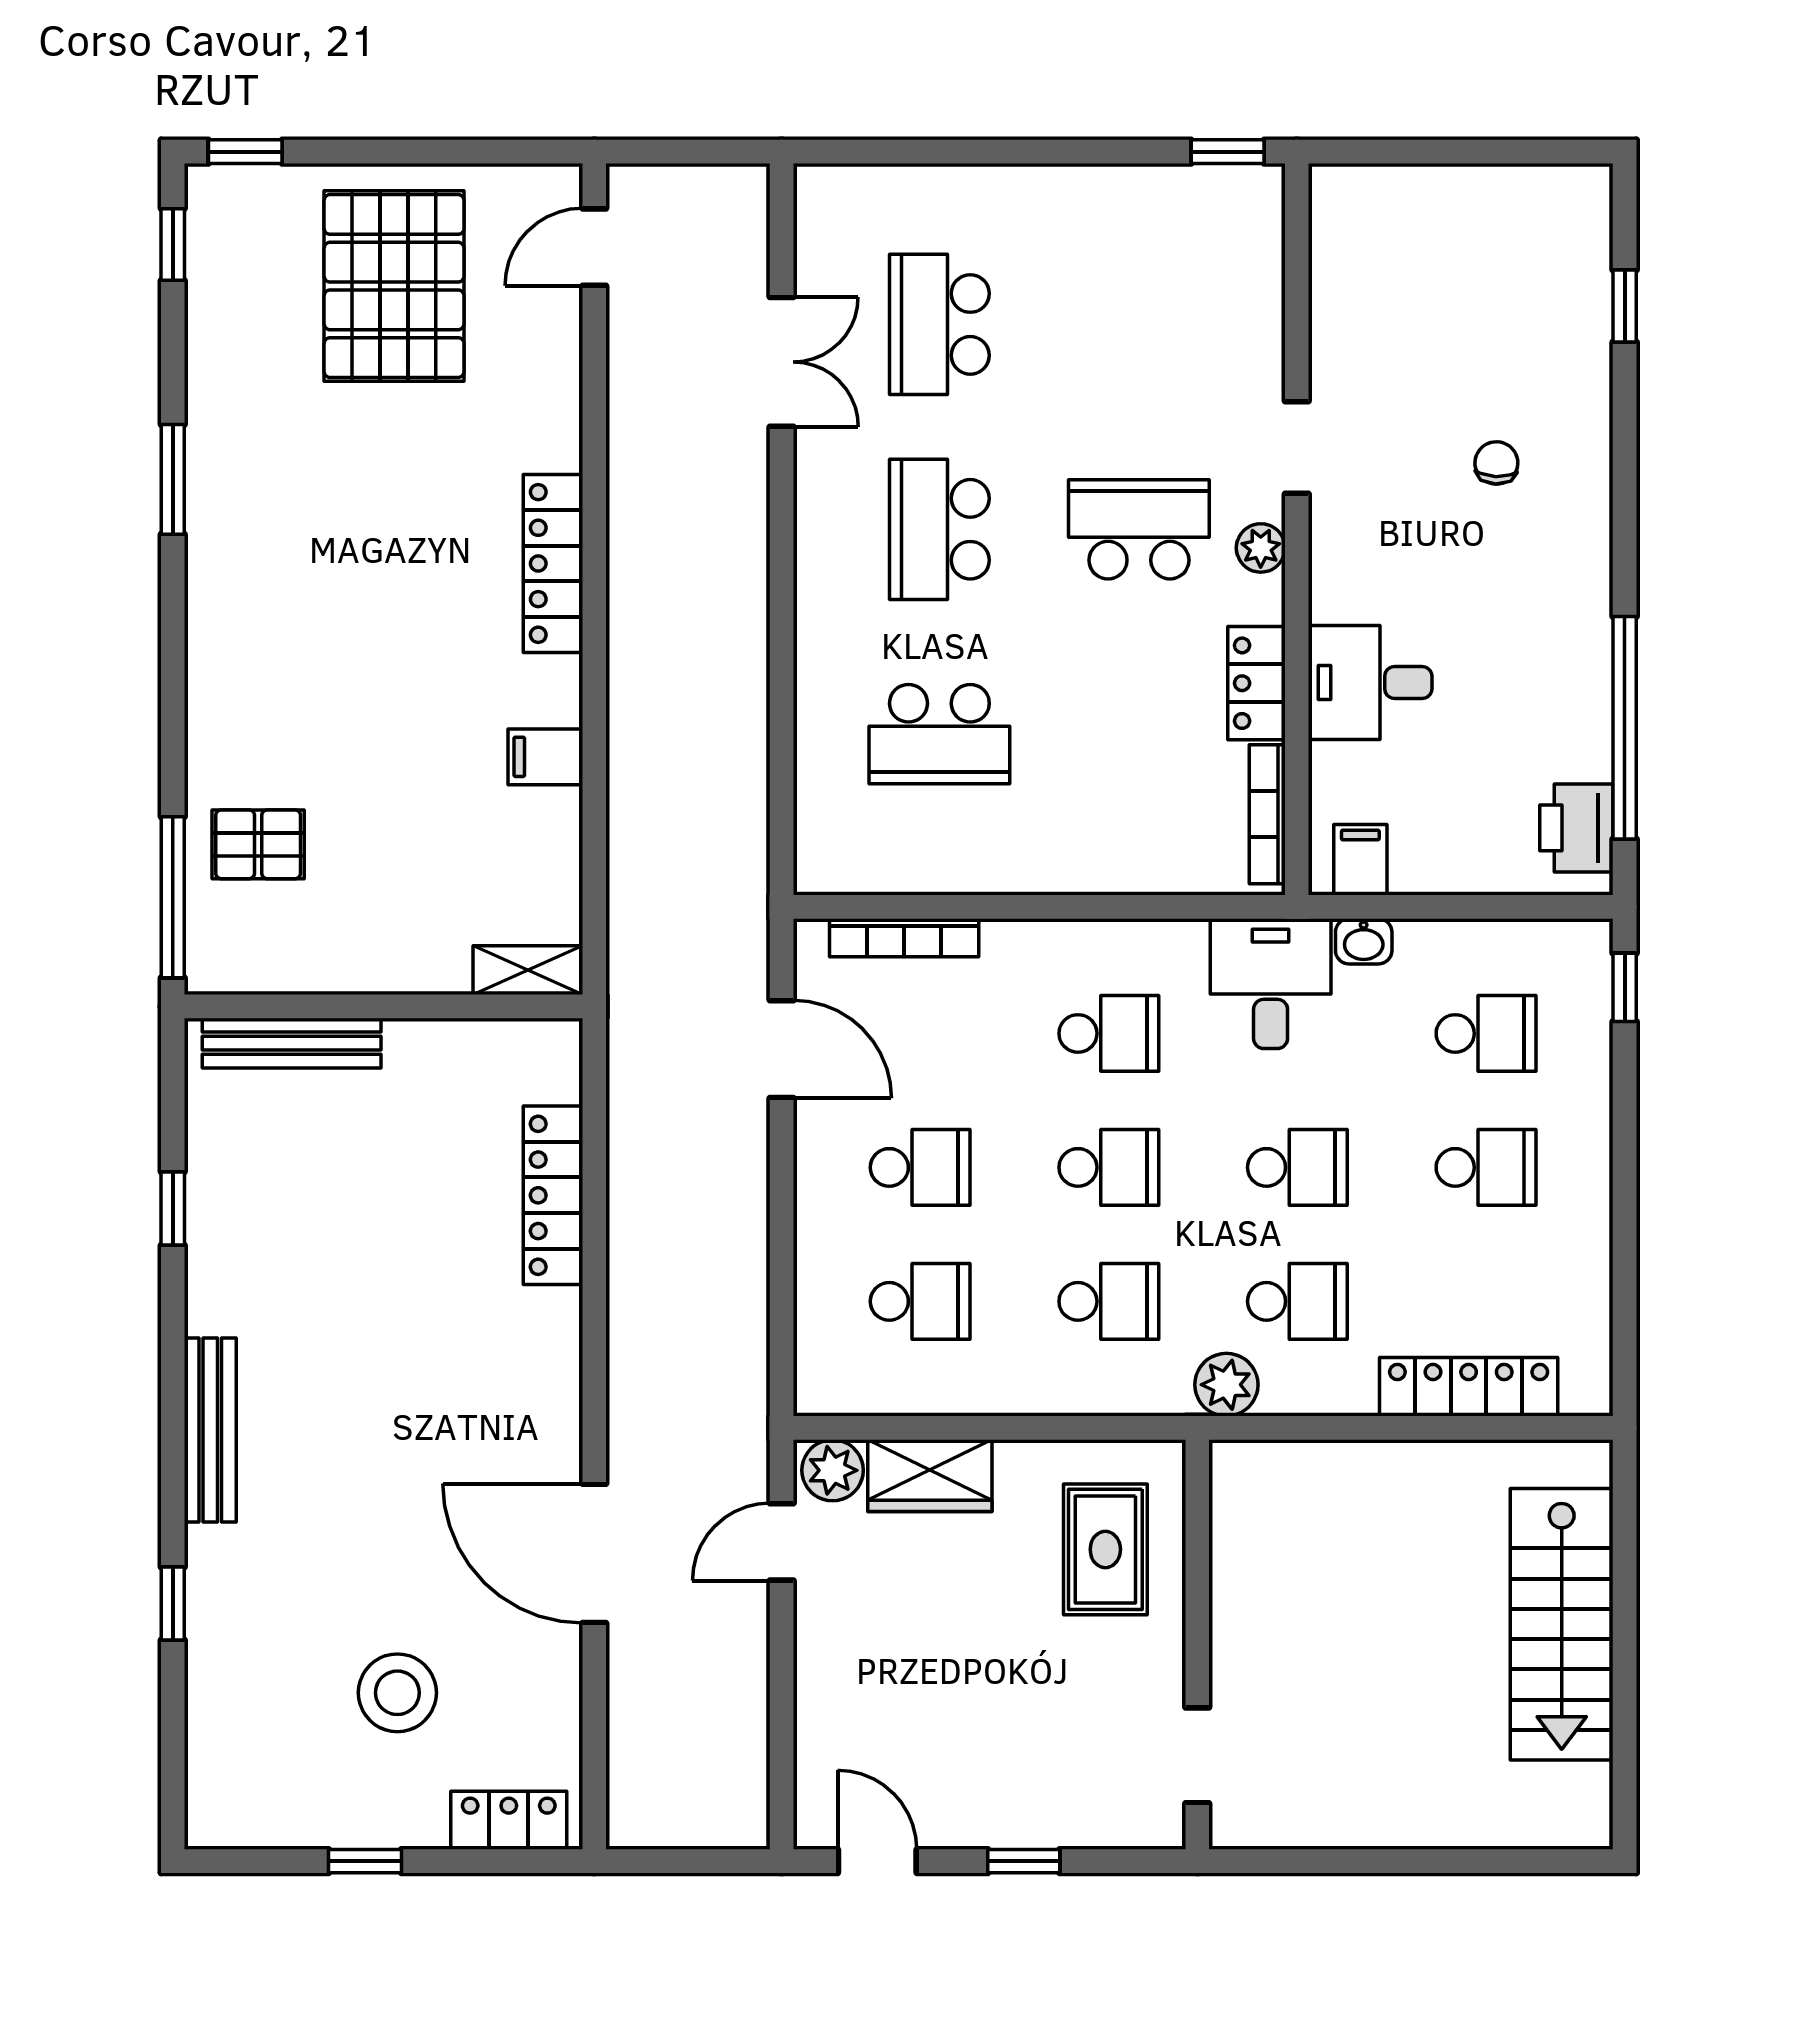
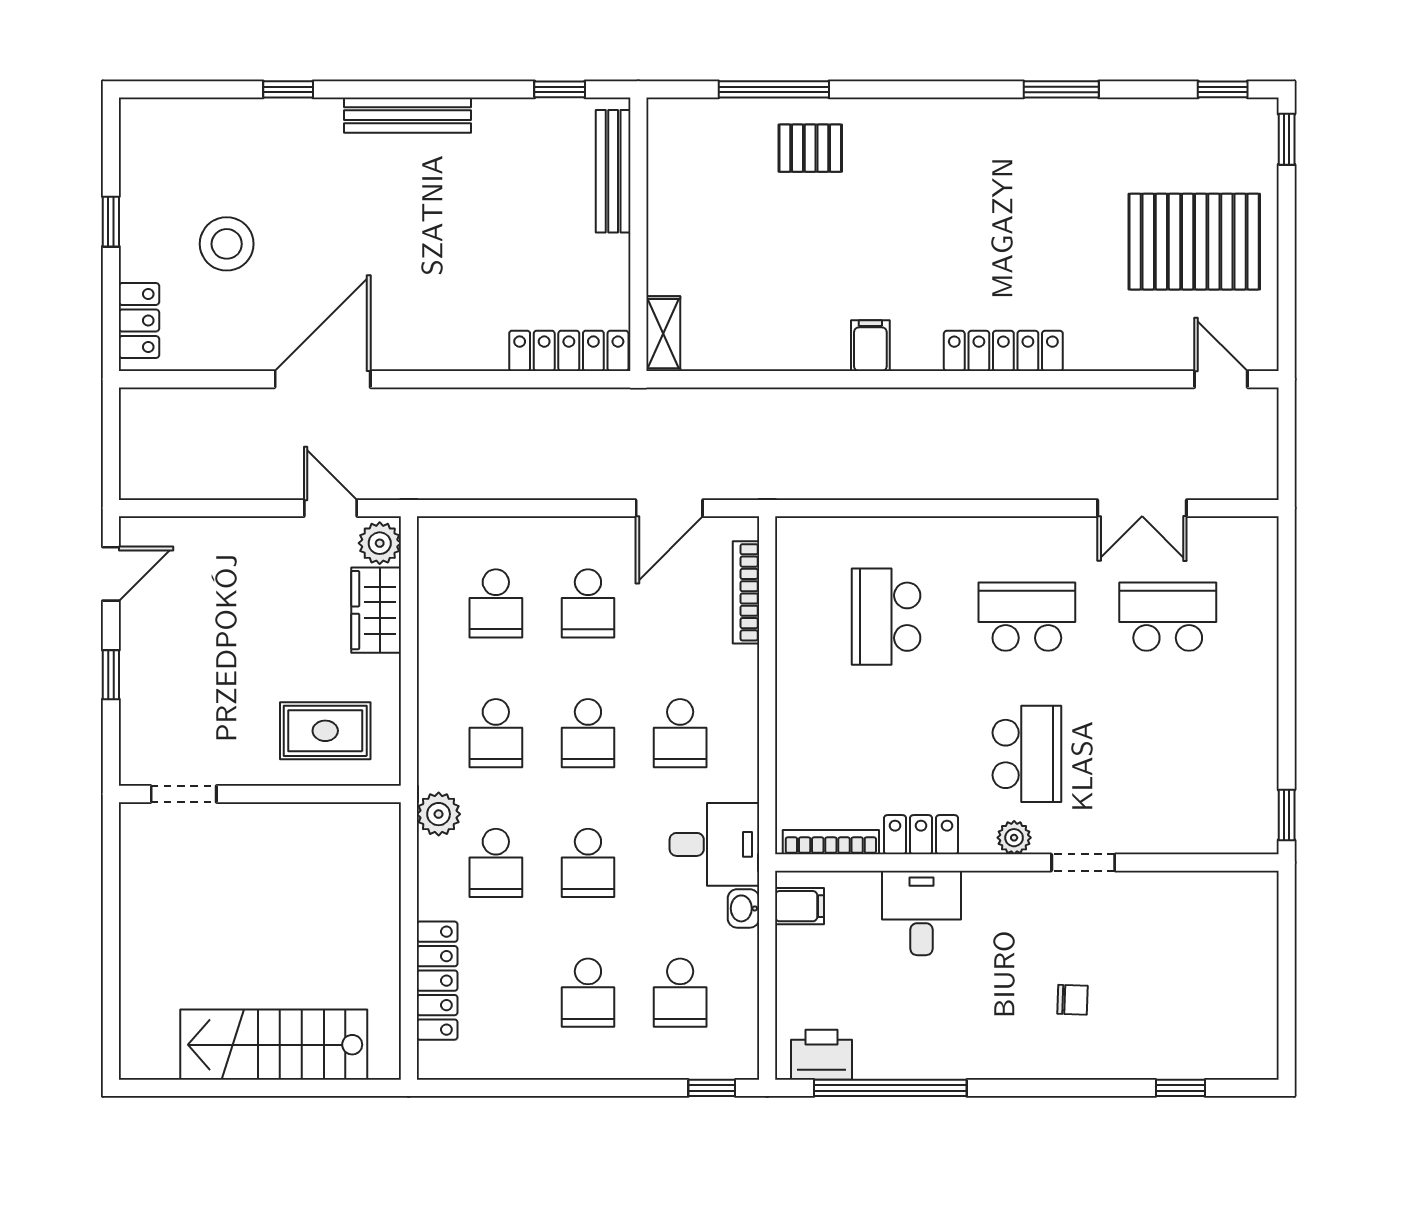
pallet: (258, 844) -> (810, 148), turned 90
shelving: (528, 970) -> (663, 334), moved
wall: (383, 1006) -> (638, 234), moved
bench: (292, 1043) -> (613, 171), moved

